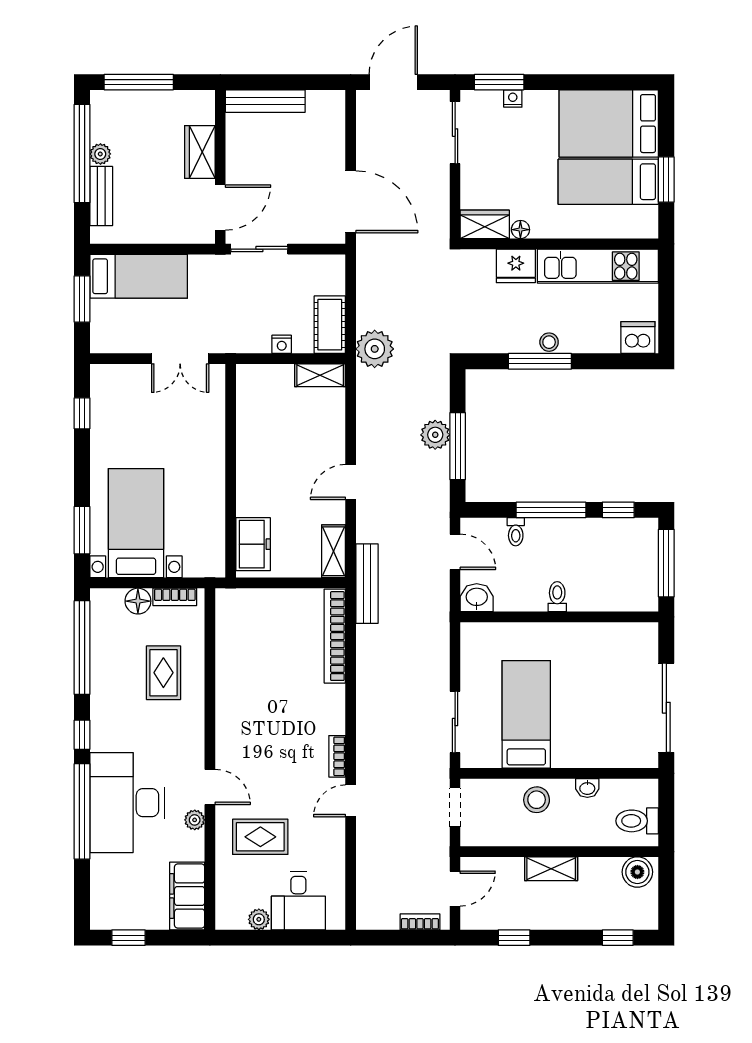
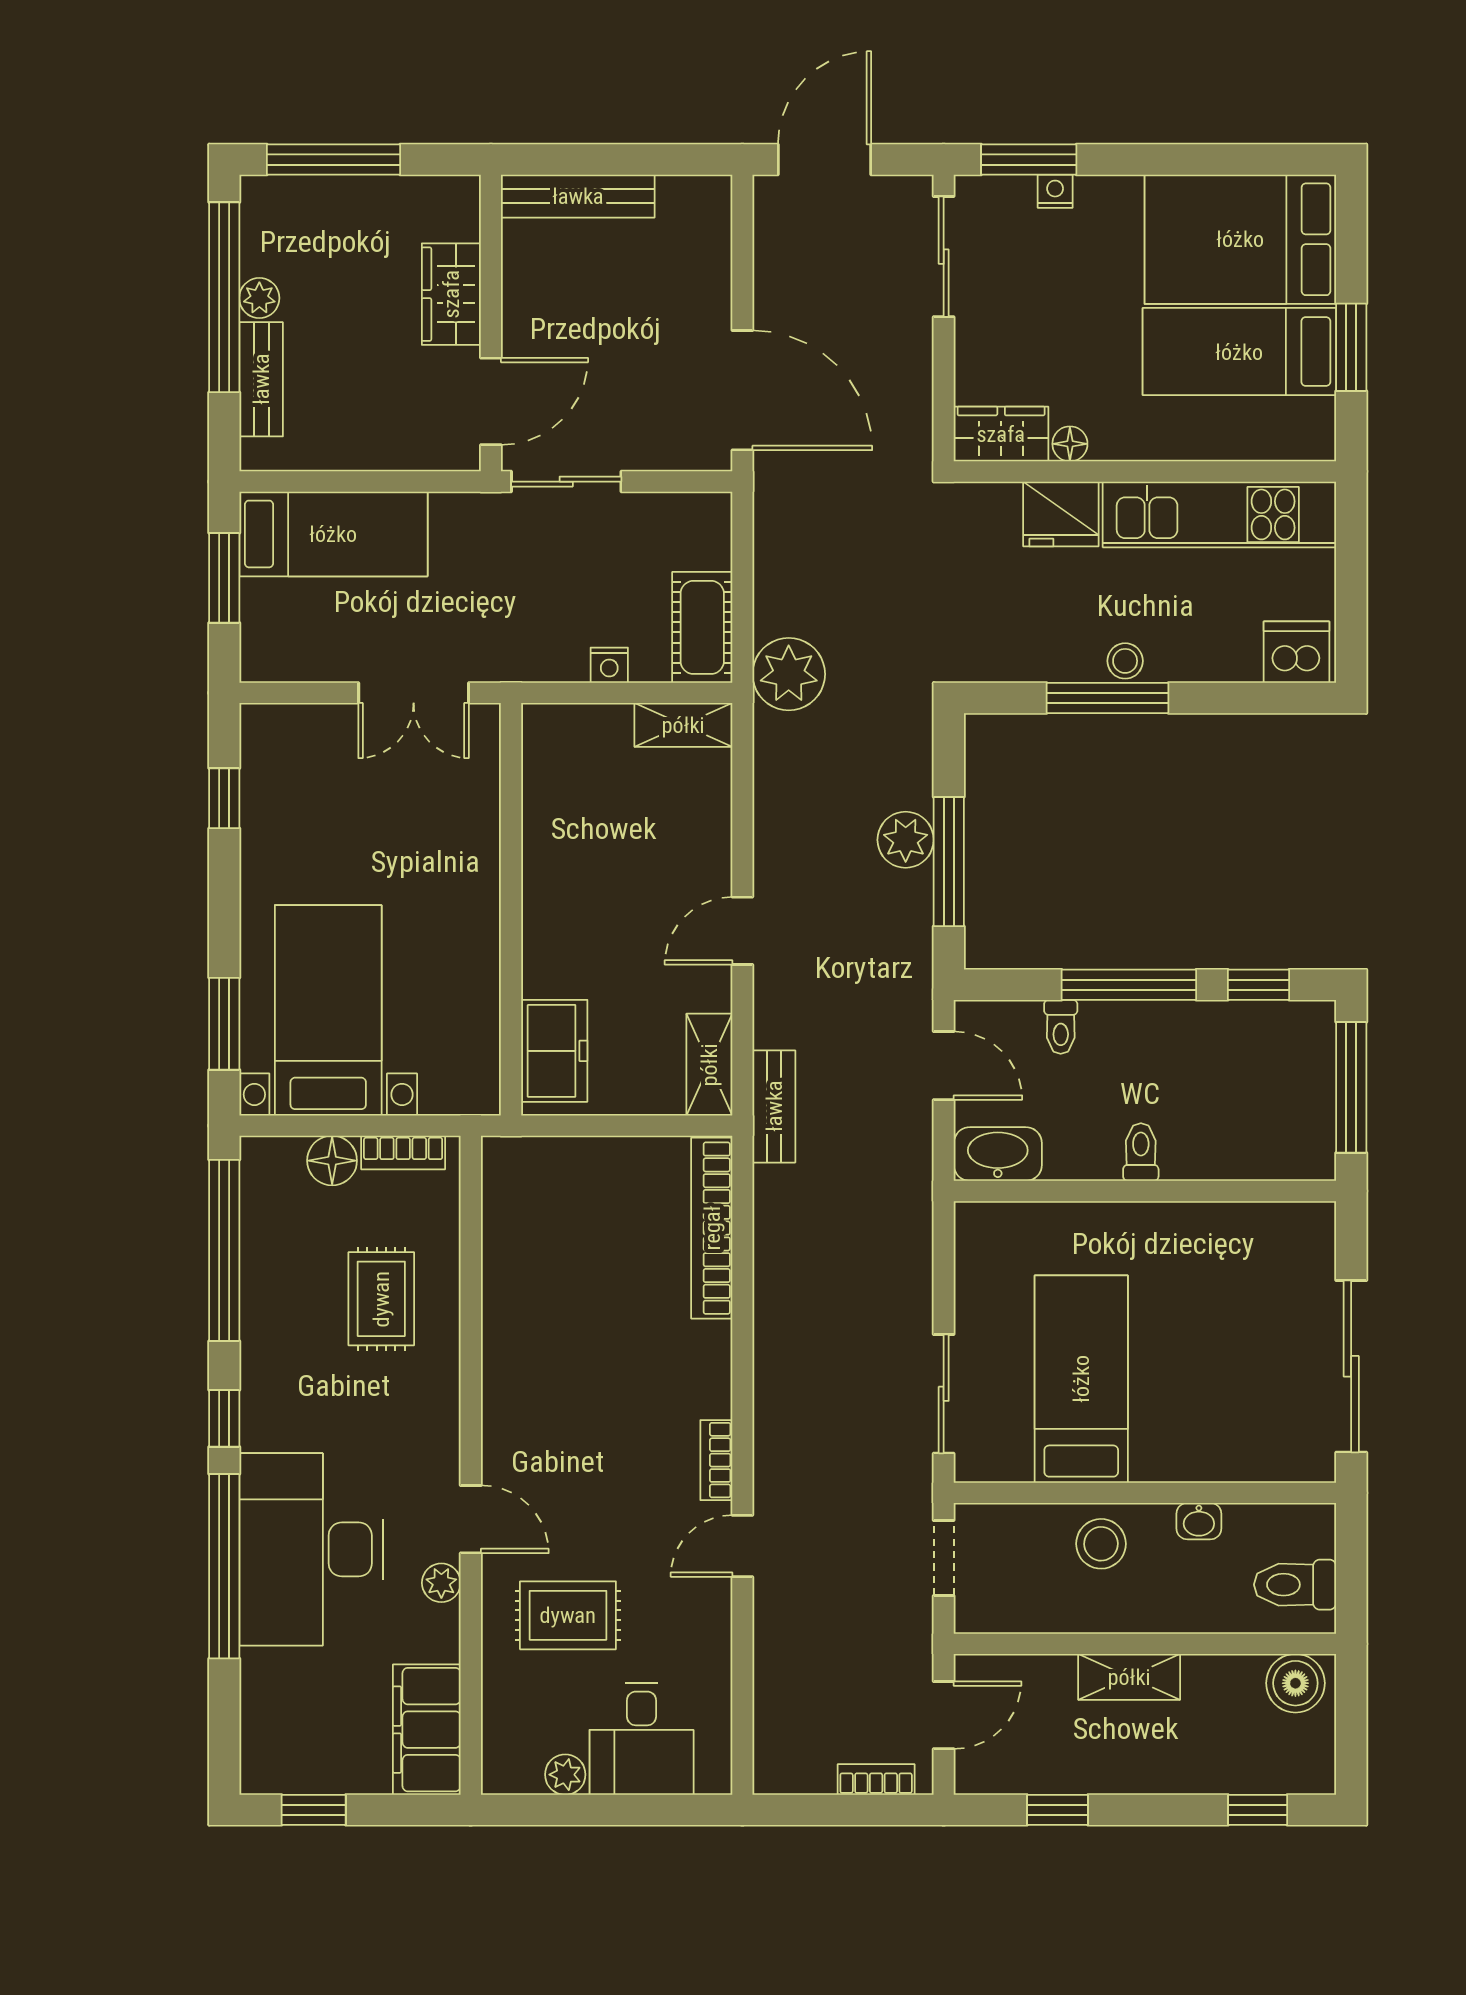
bench: (367, 584) -> (774, 1106), width x0.73
washbasin: (477, 598) -> (998, 1154), width x1.38

